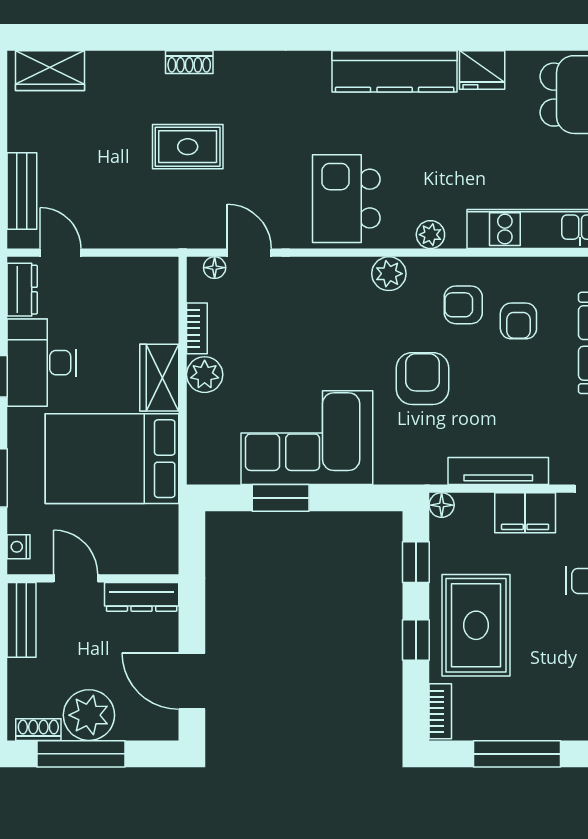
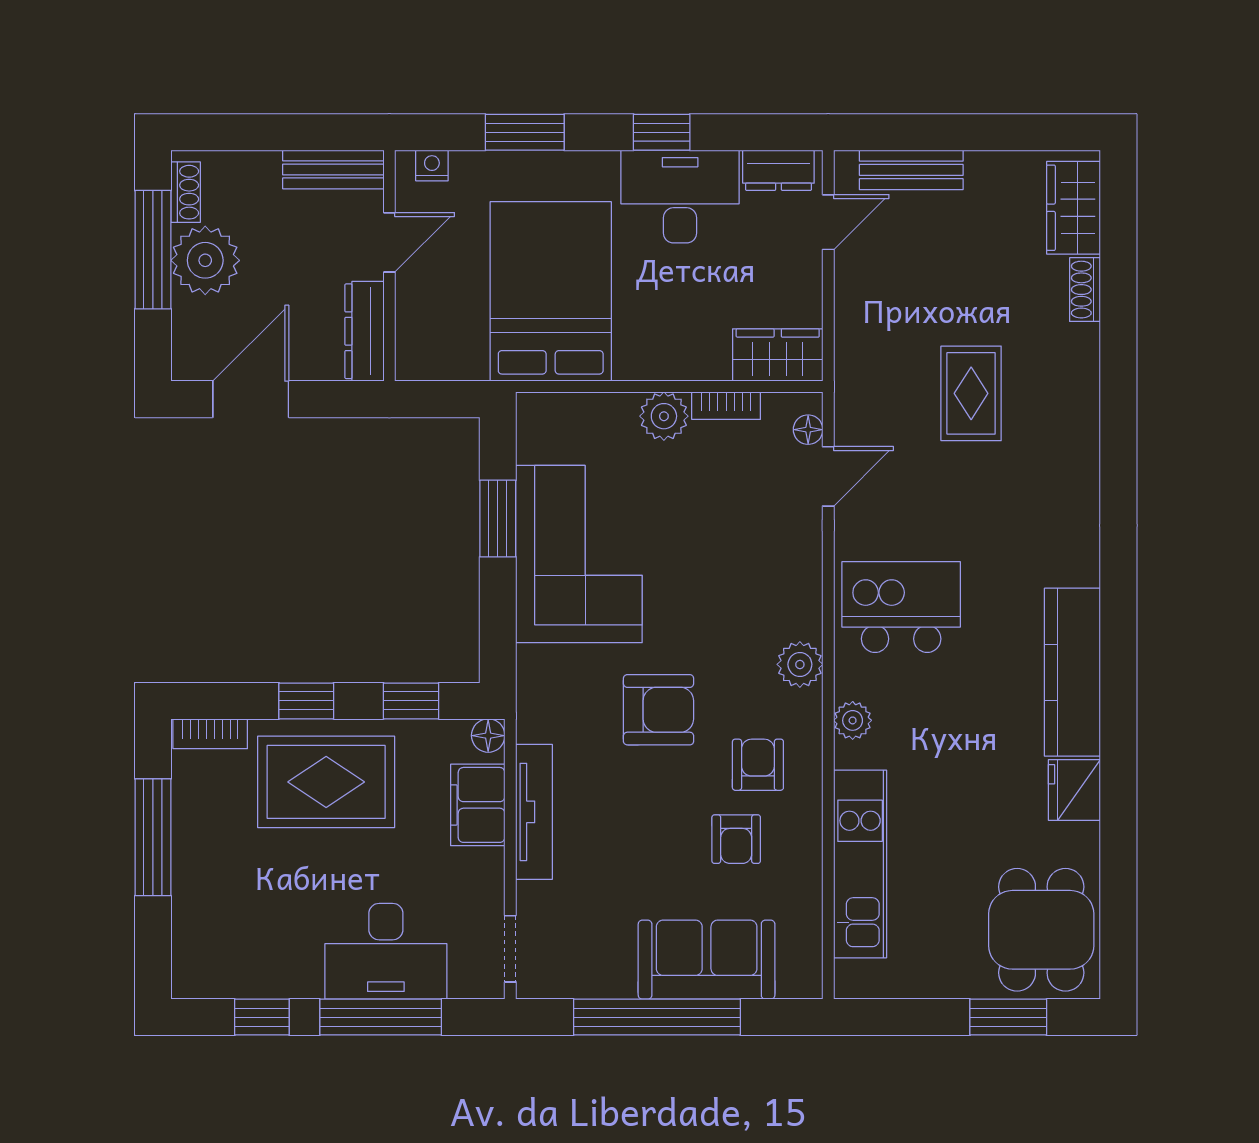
shoe rack: (189, 62) -> (1085, 290), moved
armchair: (518, 321) -> (736, 839), turned -90
wardrobe: (159, 378) -> (778, 355), moved
filing cabinet: (525, 513) -> (478, 805), moved

